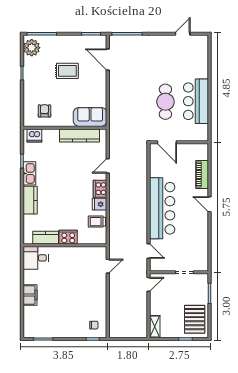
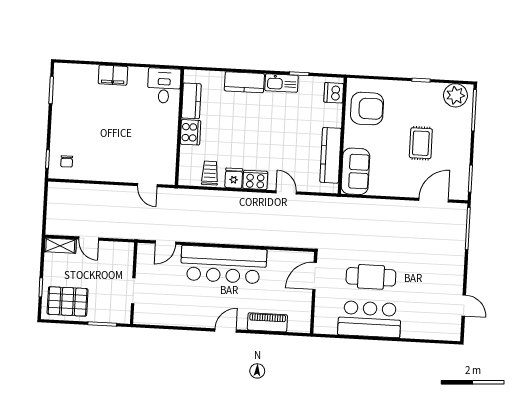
armchair: (44, 111) -> (367, 109), width x1.88, depth x1.88
door: (149, 284) -> (89, 239), moved

